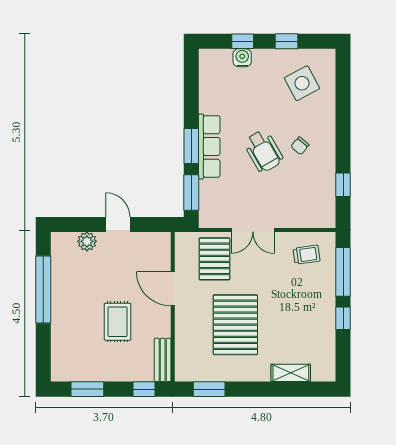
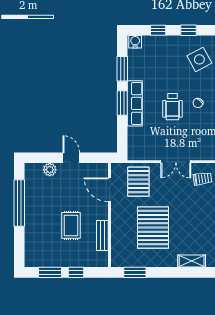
water cooler: (242, 58) -> (135, 42), moved
wheelchair: (263, 151) -> (172, 107), turned 30
window: (191, 193) -> (122, 69), moved
double door: (253, 230) -> (176, 162), moved
door: (173, 289) -> (109, 190), moved
bench: (163, 360) -> (102, 235), moved
window: (144, 389) -> (76, 272), moved

